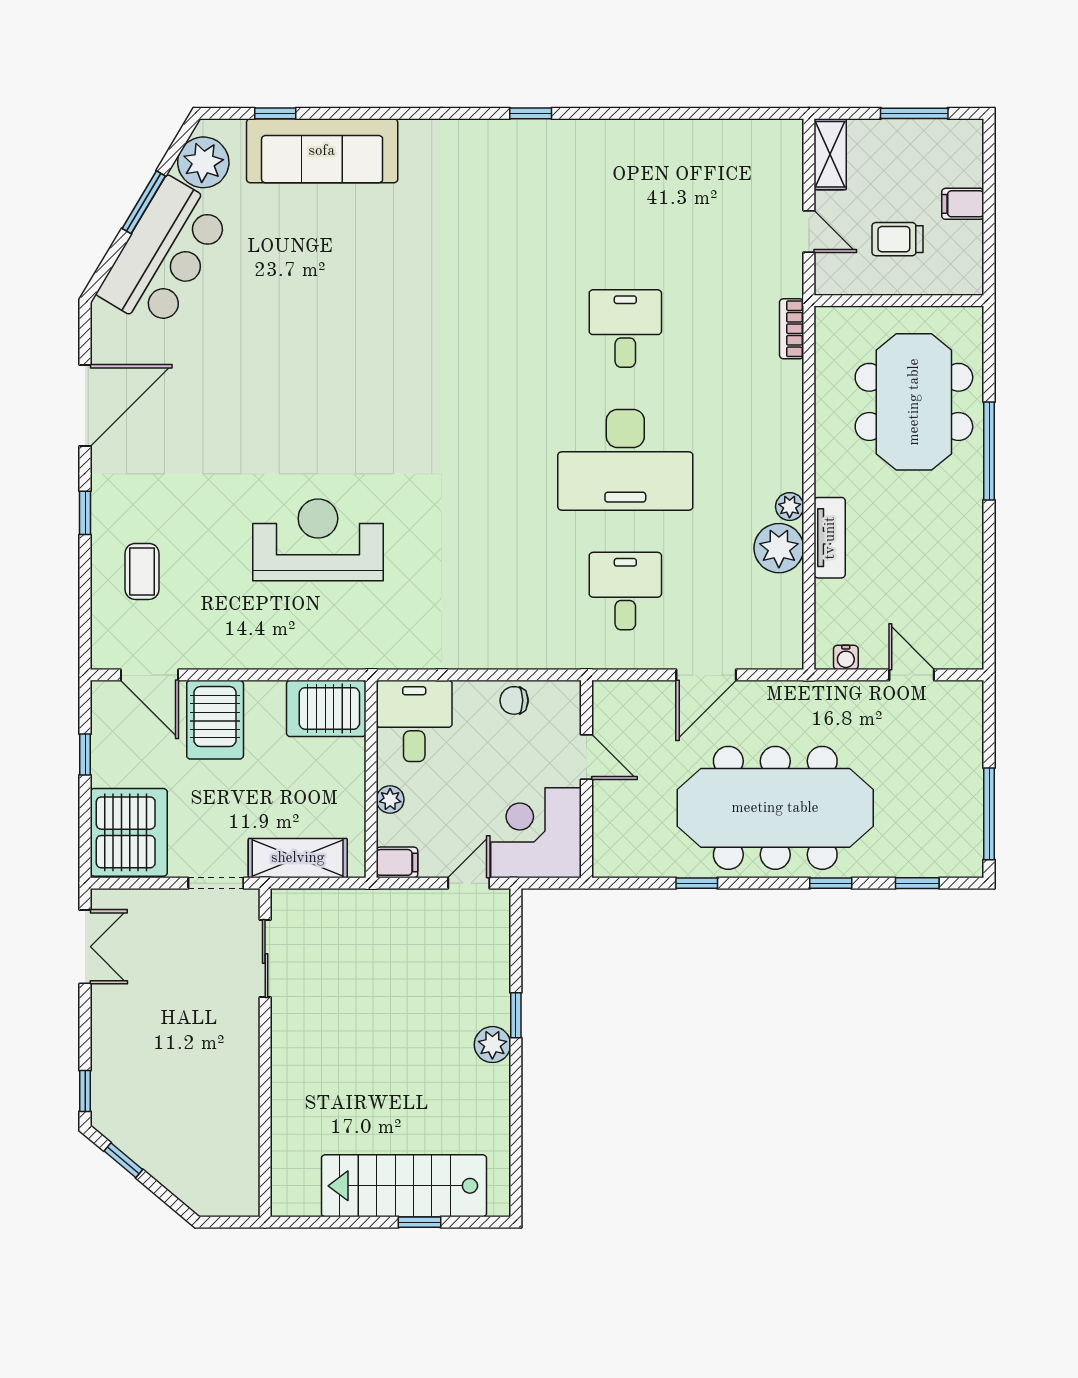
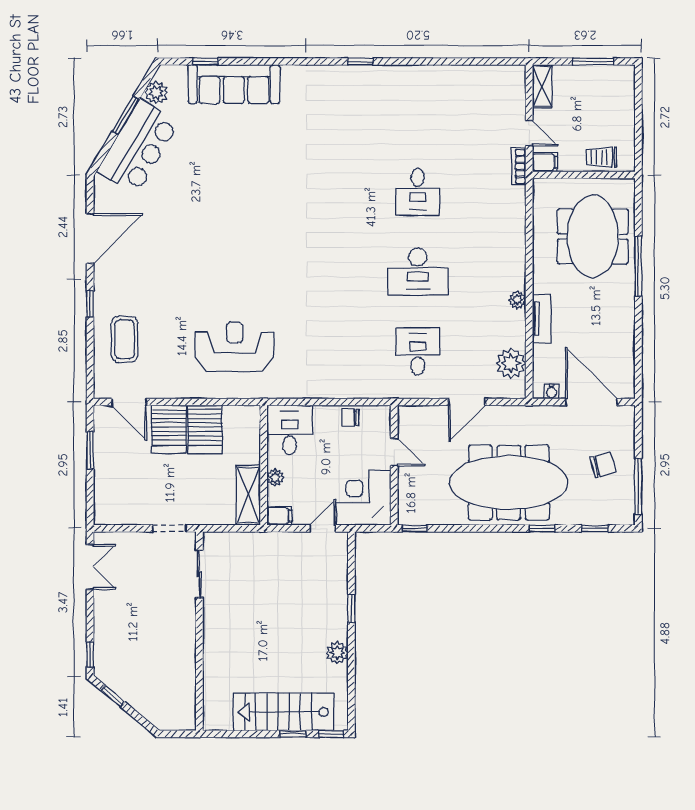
plant: (203, 162) -> (156, 93), width x0.73, depth x0.73
filing cabinet: (963, 204) -> (545, 162), moved, turned 180
trolley: (897, 239) -> (601, 157), moved
desk: (625, 328) -> (418, 192), turned 180
bookcase: (792, 329) -> (519, 166), moved
desk: (625, 460) -> (418, 272), width x0.73, depth x0.77
reception desk: (318, 540) -> (235, 347), moved
plant: (779, 548) -> (511, 363), moved
coffee table: (142, 571) -> (125, 339), width x1.36, depth x1.30
door: (912, 675) -> (591, 402), width x1.88
server rack: (326, 708) -> (205, 429), moved, turned -90
window: (85, 754) -> (90, 450), width x1.50
chair: (931, 779) -> (603, 465), added
server rack: (129, 832) -> (117, 498), removed
shelving: (298, 858) -> (248, 495), moved, turned 90
window: (697, 883) -> (415, 528), moved
plant: (492, 1045) -> (337, 653), moved
window: (482, 1222) -> (331, 734), added

